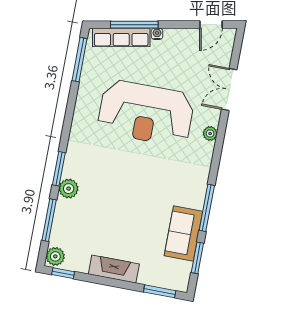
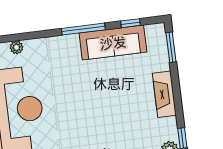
sofa: (183, 234) -> (113, 43), width x1.36
window: (197, 258) -> (131, 23), width x0.67

